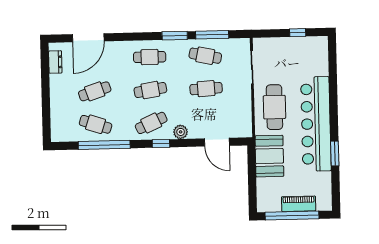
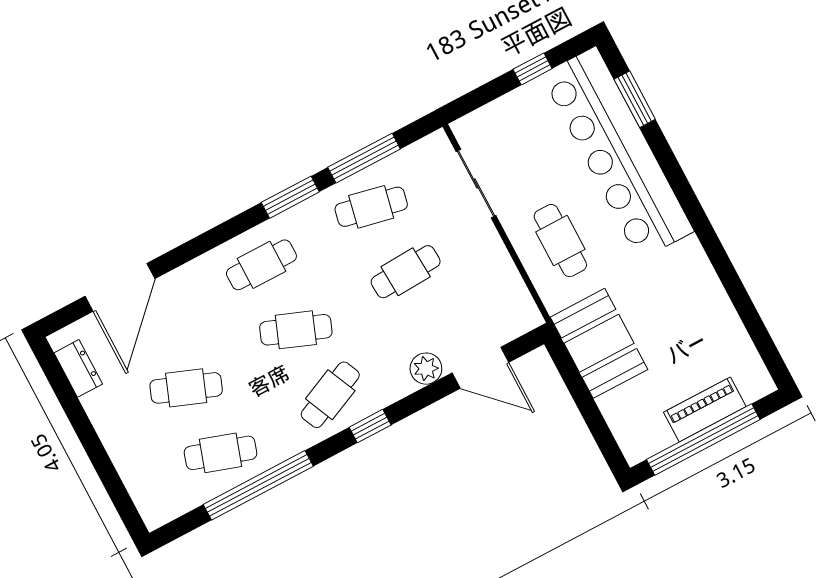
cafe table: (150, 90) -> (296, 330), turned 30
cafe table: (95, 91) -> (186, 388), turned 39
cafe table: (274, 107) -> (560, 241), width x0.73, depth x0.74
bar counter: (316, 124) -> (618, 153), moved
plant: (181, 132) -> (426, 369), moved
window: (335, 153) -> (635, 99), moved

